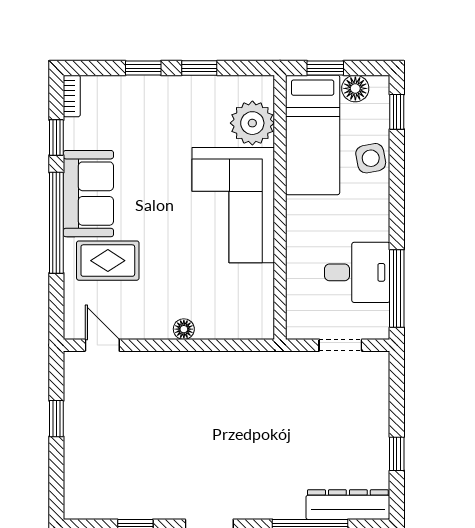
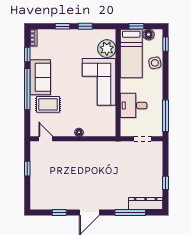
desk: (357, 272) -> (134, 105), moved, turned 180

